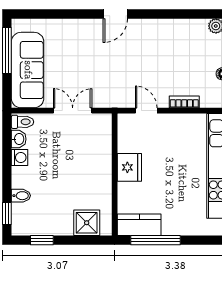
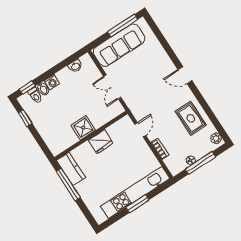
rug: (172, 41) -> (191, 118), added
double door: (73, 111) -> (112, 87), swing flipped
toilet: (23, 122) -> (35, 95), moved
washing machine: (20, 157) -> (52, 82), moved
shower: (87, 223) -> (83, 128), moved

